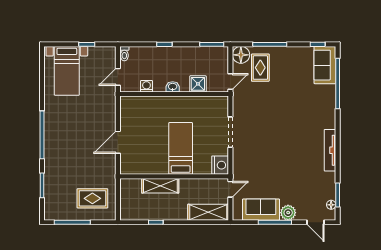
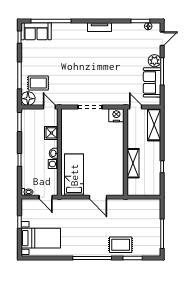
washing machine: (146, 86) -> (53, 164), moved
bed: (181, 148) -> (74, 175), moved, turned 90
tv unit: (330, 150) -> (100, 27), width x0.71
rug: (92, 198) -> (121, 245), moved, turned 90

